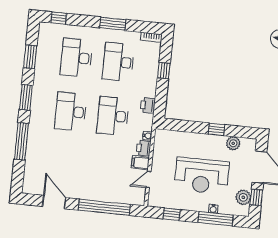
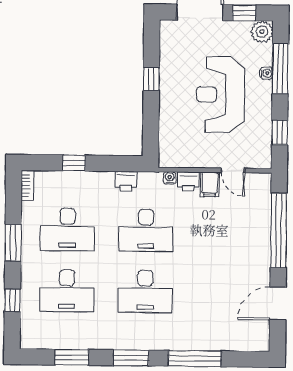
window: (59, 18) -> (12, 300), moved
plant: (233, 143) -> (169, 53), removed
reception desk: (202, 176) -> (220, 94), turned 180
plant: (243, 197) -> (262, 32), moved

